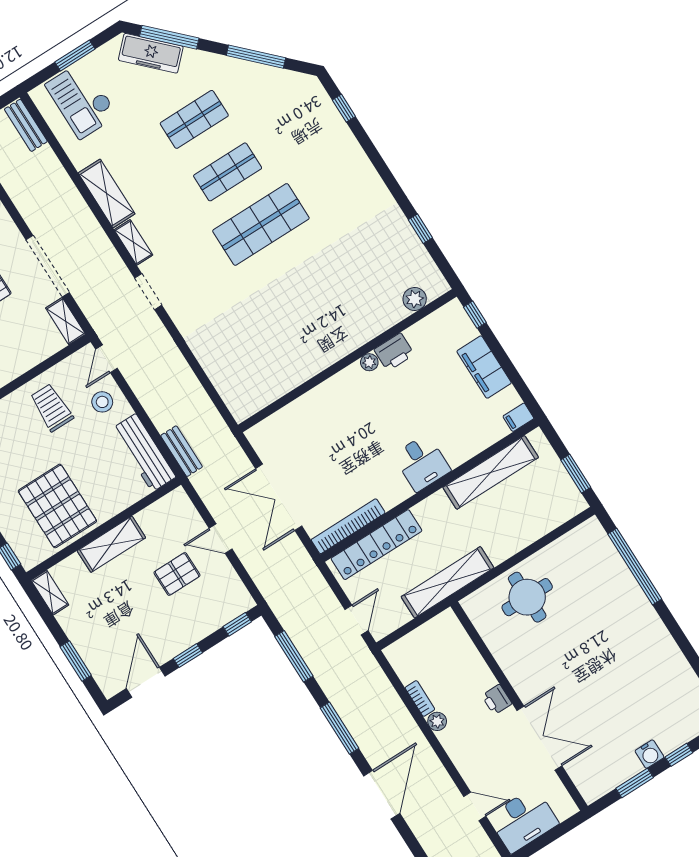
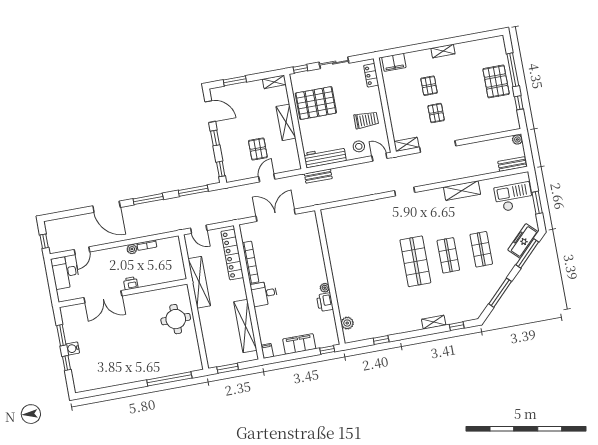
shelving: (133, 242) -> (434, 322), moved
bookcase: (348, 526) -> (251, 262), moved

